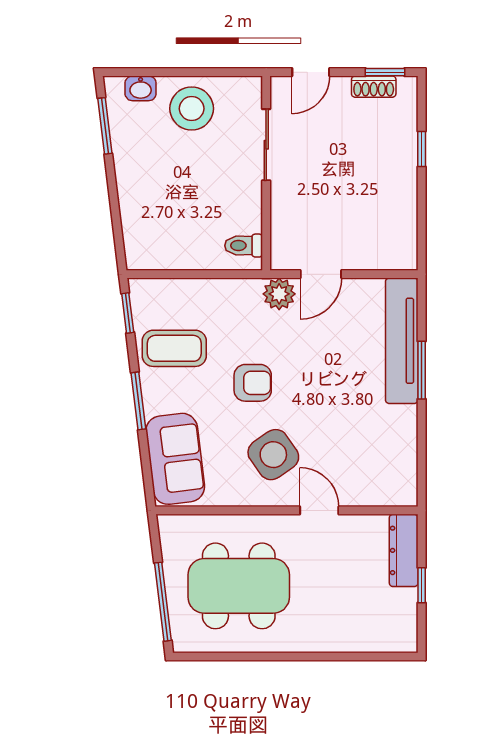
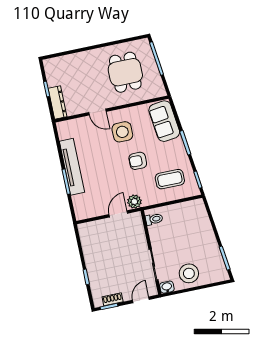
washbasin: (141, 88) -> (167, 287), moved
tv unit: (402, 341) -> (72, 167), moved
coffee table: (174, 348) -> (170, 179), moved
side table: (273, 455) -> (122, 132), turned 35
dining table: (239, 586) -> (125, 72), width x0.73

